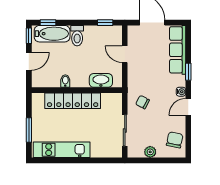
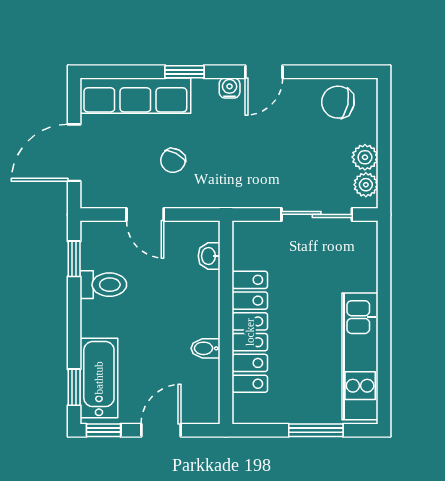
toilet: (77, 36) -> (103, 285), moved
door: (125, 54) -> (145, 214), hinge flipped
door: (29, 61) -> (161, 430), hinge flipped
washbasin: (101, 80) -> (209, 256), width x0.52, depth x0.69
chair: (143, 102) -> (173, 160), moved
door: (188, 107) -> (264, 72), hinge flipped
plant: (138, 152) -> (366, 185), added

